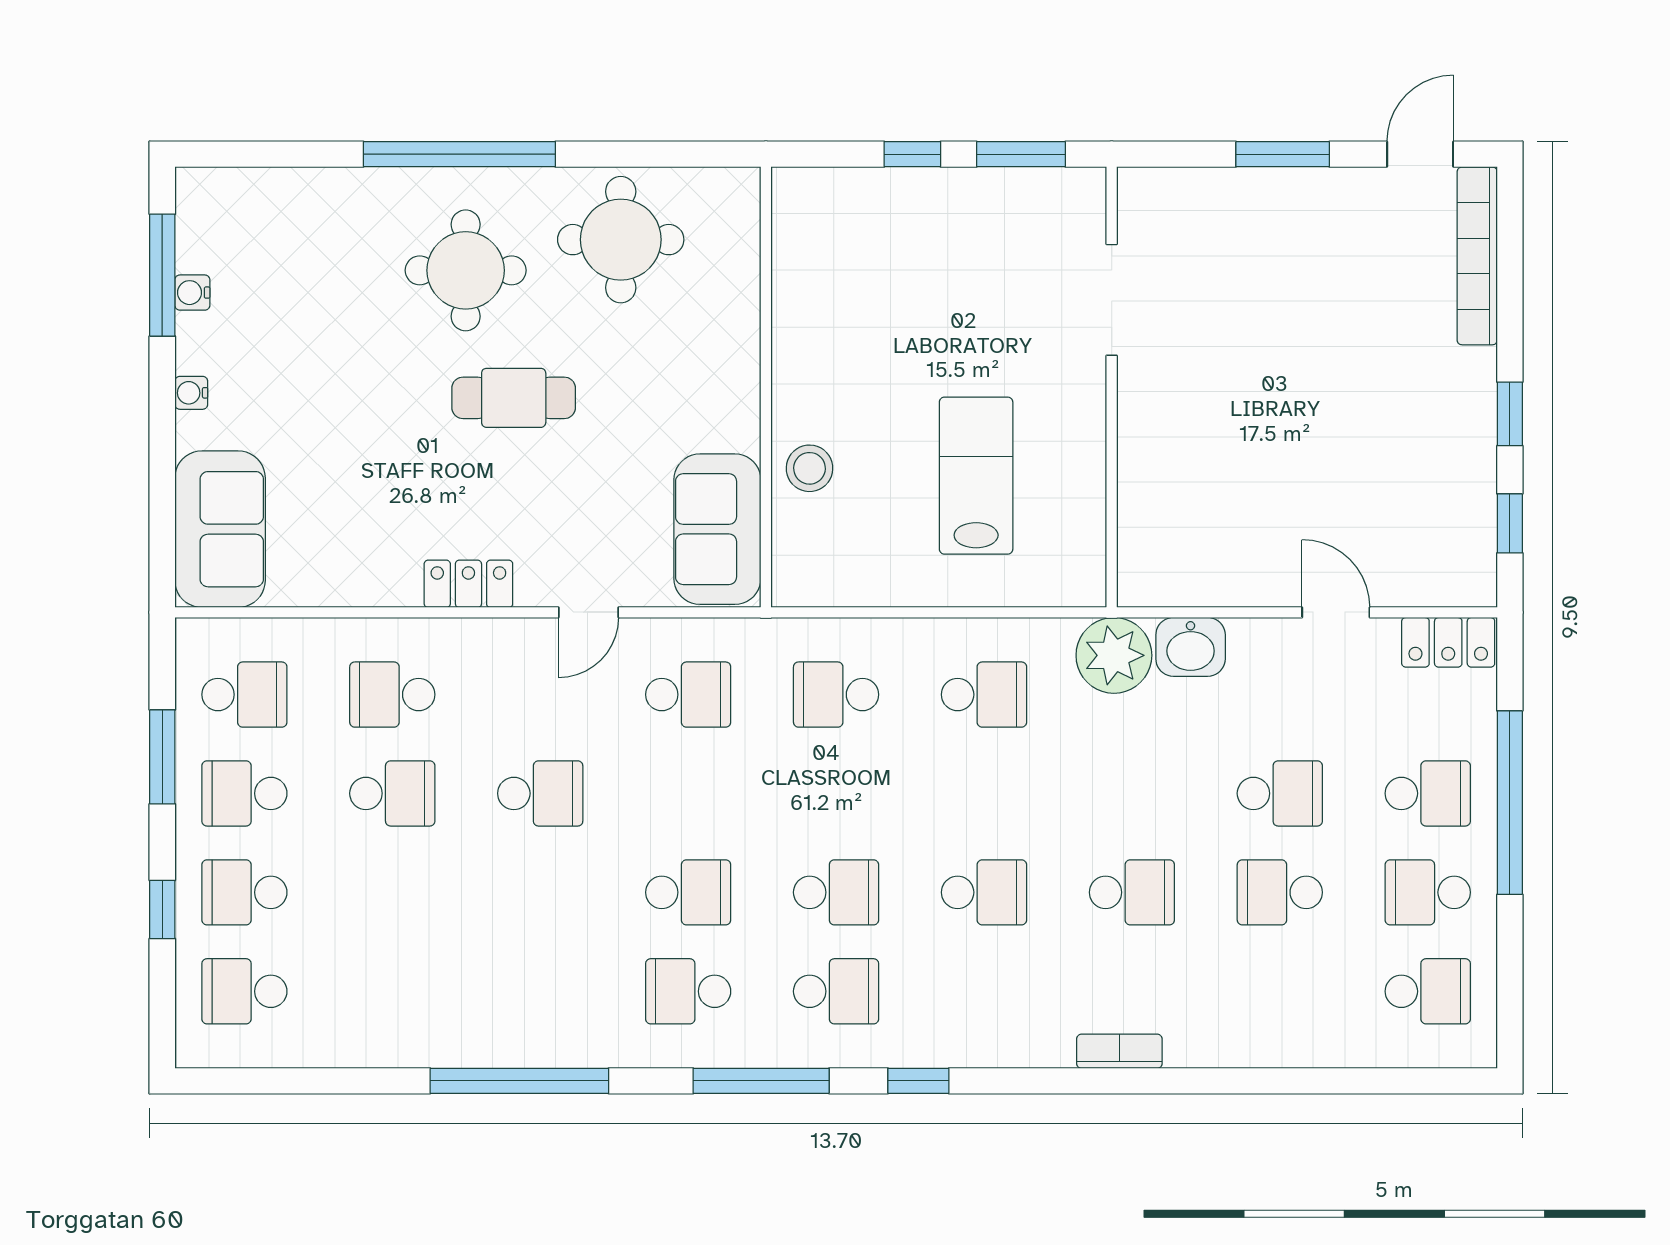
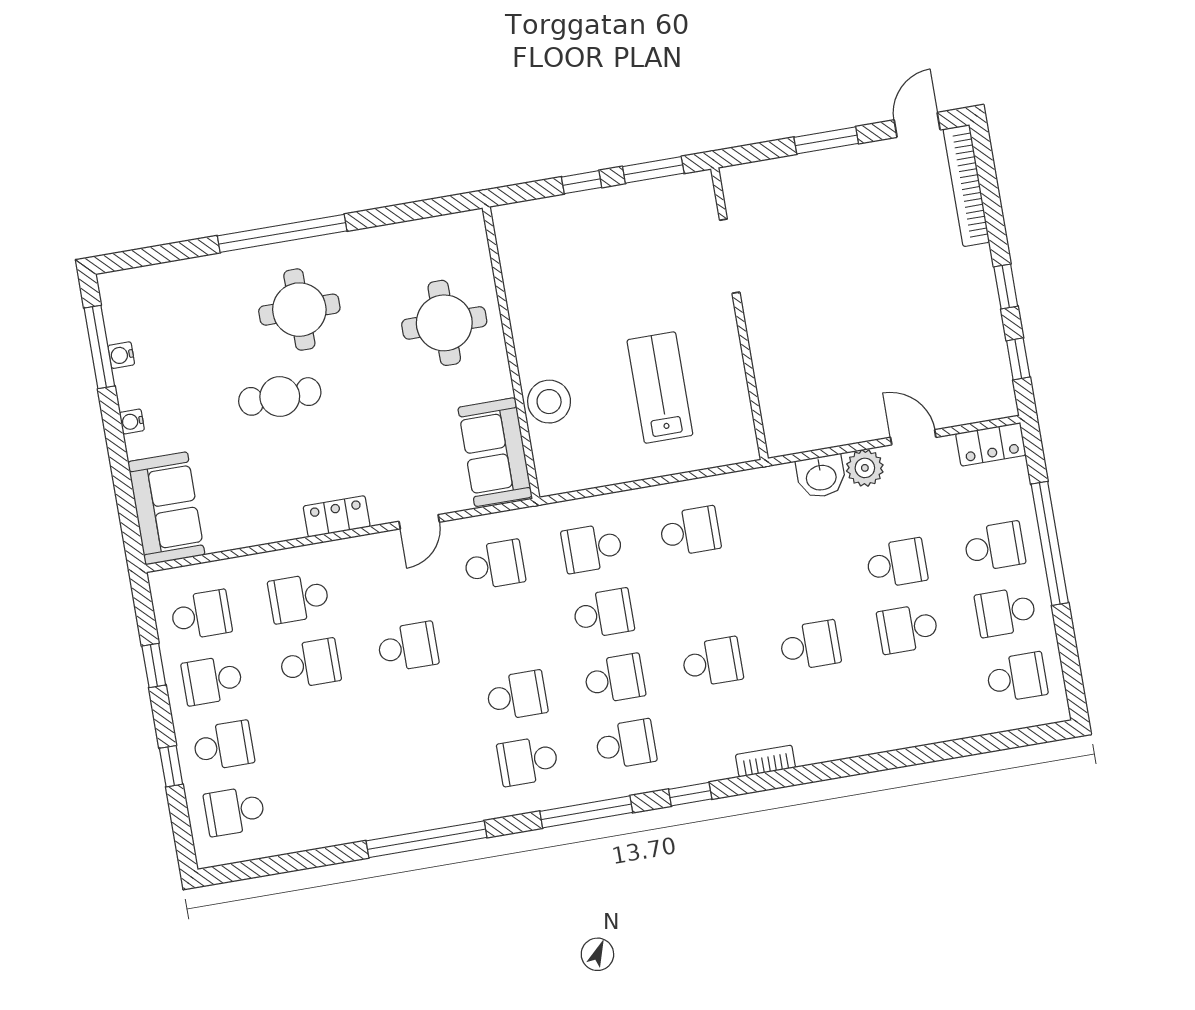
round table: (621, 240) -> (444, 323), moved
cafe table: (514, 398) -> (280, 396), moved
stool: (809, 468) -> (549, 402), width x1.38, depth x1.38
plant: (1114, 655) -> (865, 468), moved, width x0.73, depth x0.73
window: (162, 757) -> (154, 665), width x0.67
school desk: (836, 793) -> (603, 613), added
school desk: (244, 892) -> (223, 746), turned 180
bookcase: (1119, 1051) -> (765, 761), moved

